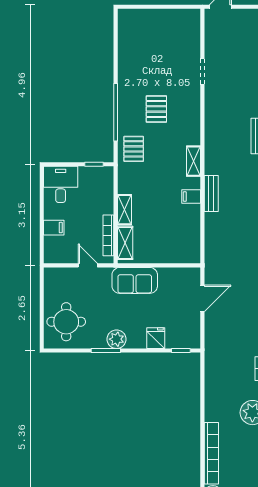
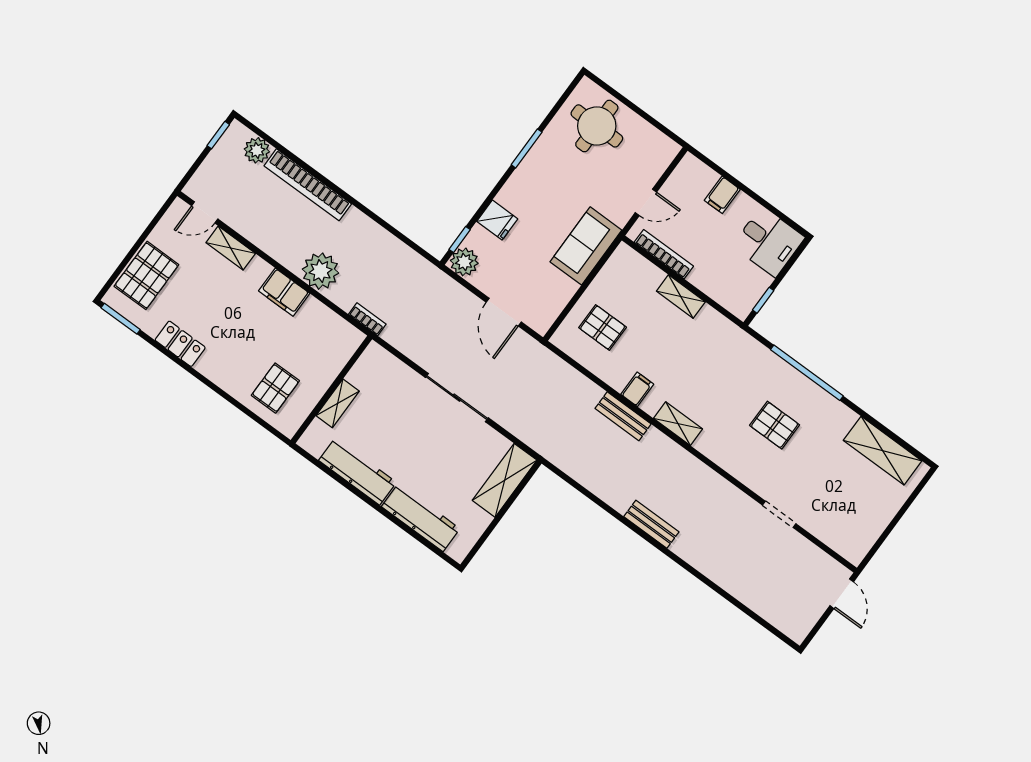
pallet: (134, 149) -> (603, 327), moved
shelving: (125, 243) -> (883, 451), moved, width x1.50, depth x1.33
plant: (117, 339) -> (464, 262), moved

